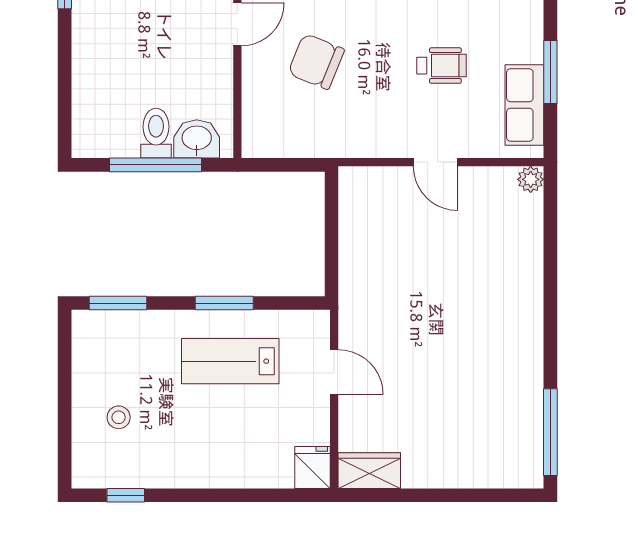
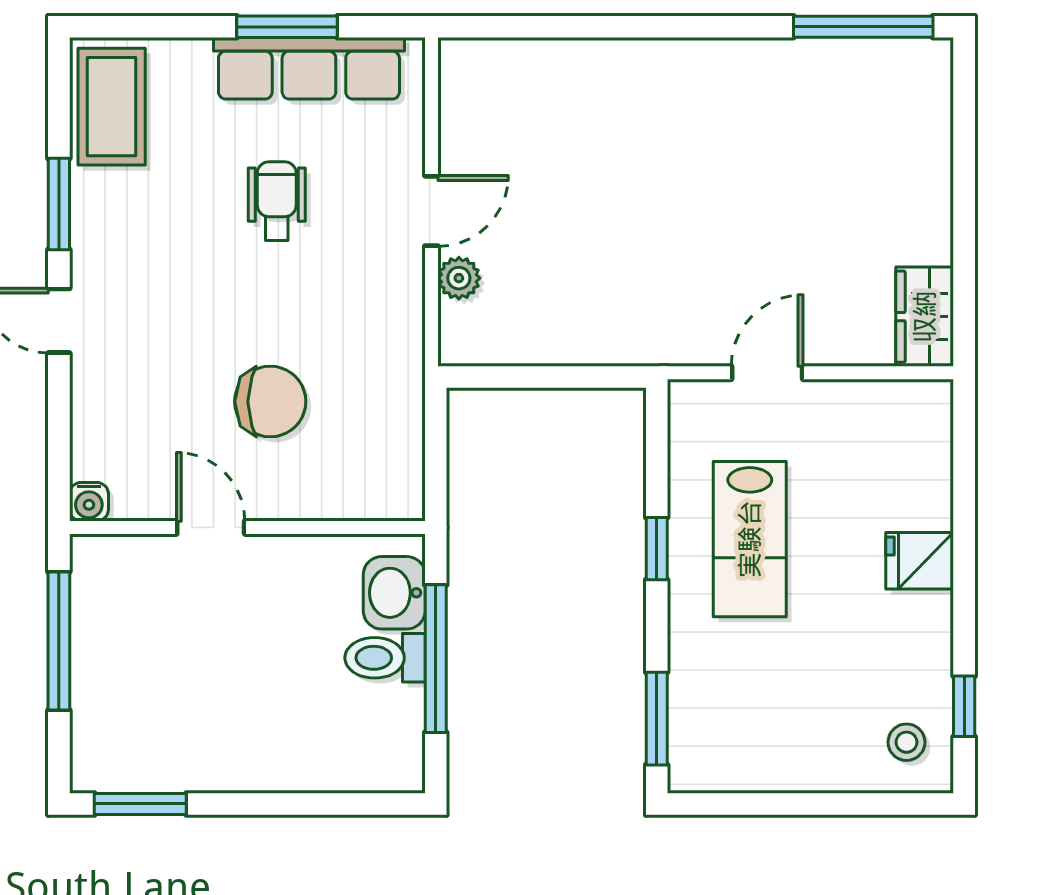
chair: (316, 61) -> (270, 402), turned -112
row of seats: (524, 105) -> (309, 68), width x1.48
plant: (531, 179) -> (459, 278), moved
window: (224, 303) -> (657, 549), width x0.67
stool: (119, 417) -> (907, 742), moved
fridge: (313, 467) -> (920, 561), moved

